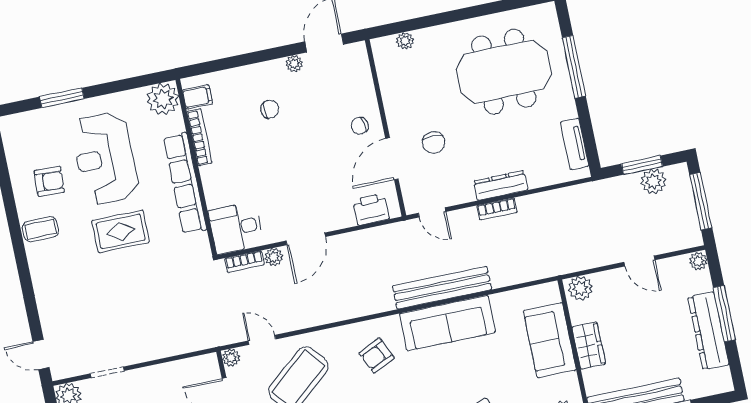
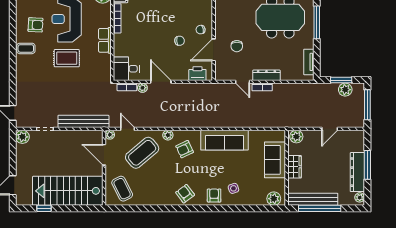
chair: (270, 109) -> (180, 41), moved
row of seats: (185, 183) -> (105, 40), width x0.50
door: (432, 212) -> (243, 82), moved
door: (306, 239) -> (161, 82), swing flipped
door: (640, 261) -> (330, 129), hinge flipped
plant: (698, 261) -> (360, 197), moved
bench: (442, 288) -> (83, 121), moved
plant: (340, 336) -> (168, 135), added

